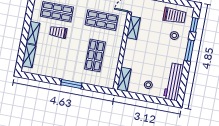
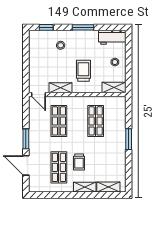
trolley: (175, 16) -> (83, 71), moved
window: (189, 50) -> (83, 27), moved
shop shelf: (95, 55) -> (96, 121), turned 90
workbench: (174, 82) -> (112, 37), width x0.73

